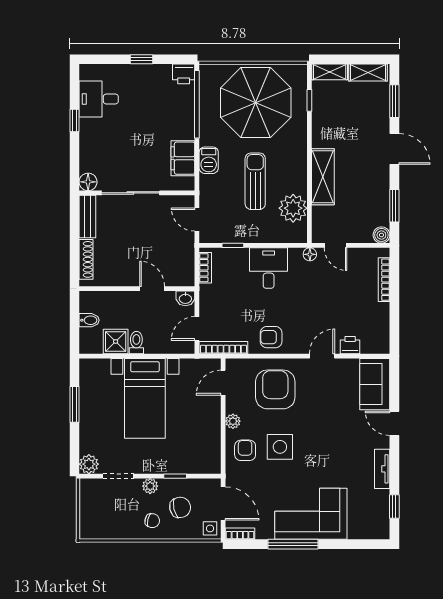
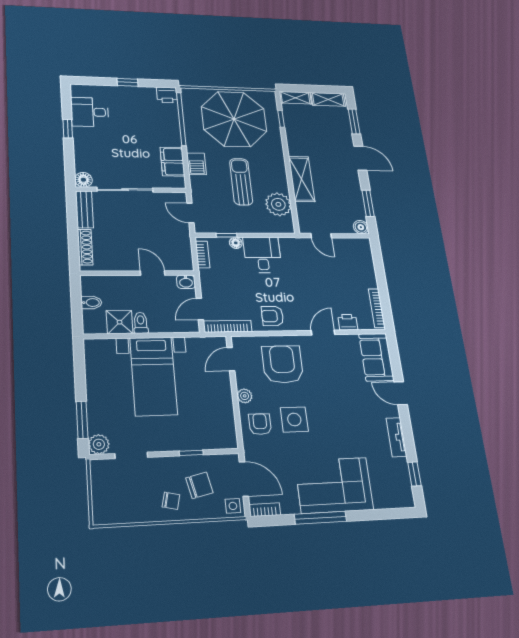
floor lamp: (310, 254) -> (236, 243), moved
bookcase: (384, 280) -> (377, 308), moved
window: (75, 404) -> (82, 420), moved
plant: (150, 486) -> (166, 464), removed

